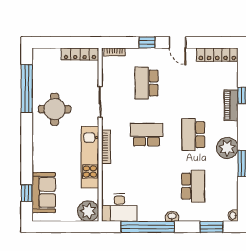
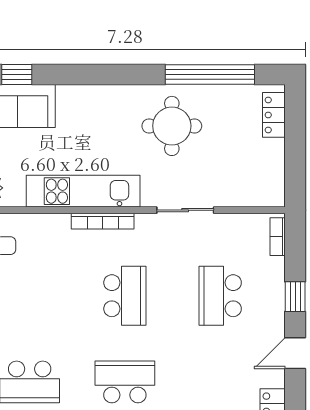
locker: (80, 54) -> (274, 115), moved, width x0.66
school desk: (146, 83) -> (220, 296), turned -90

